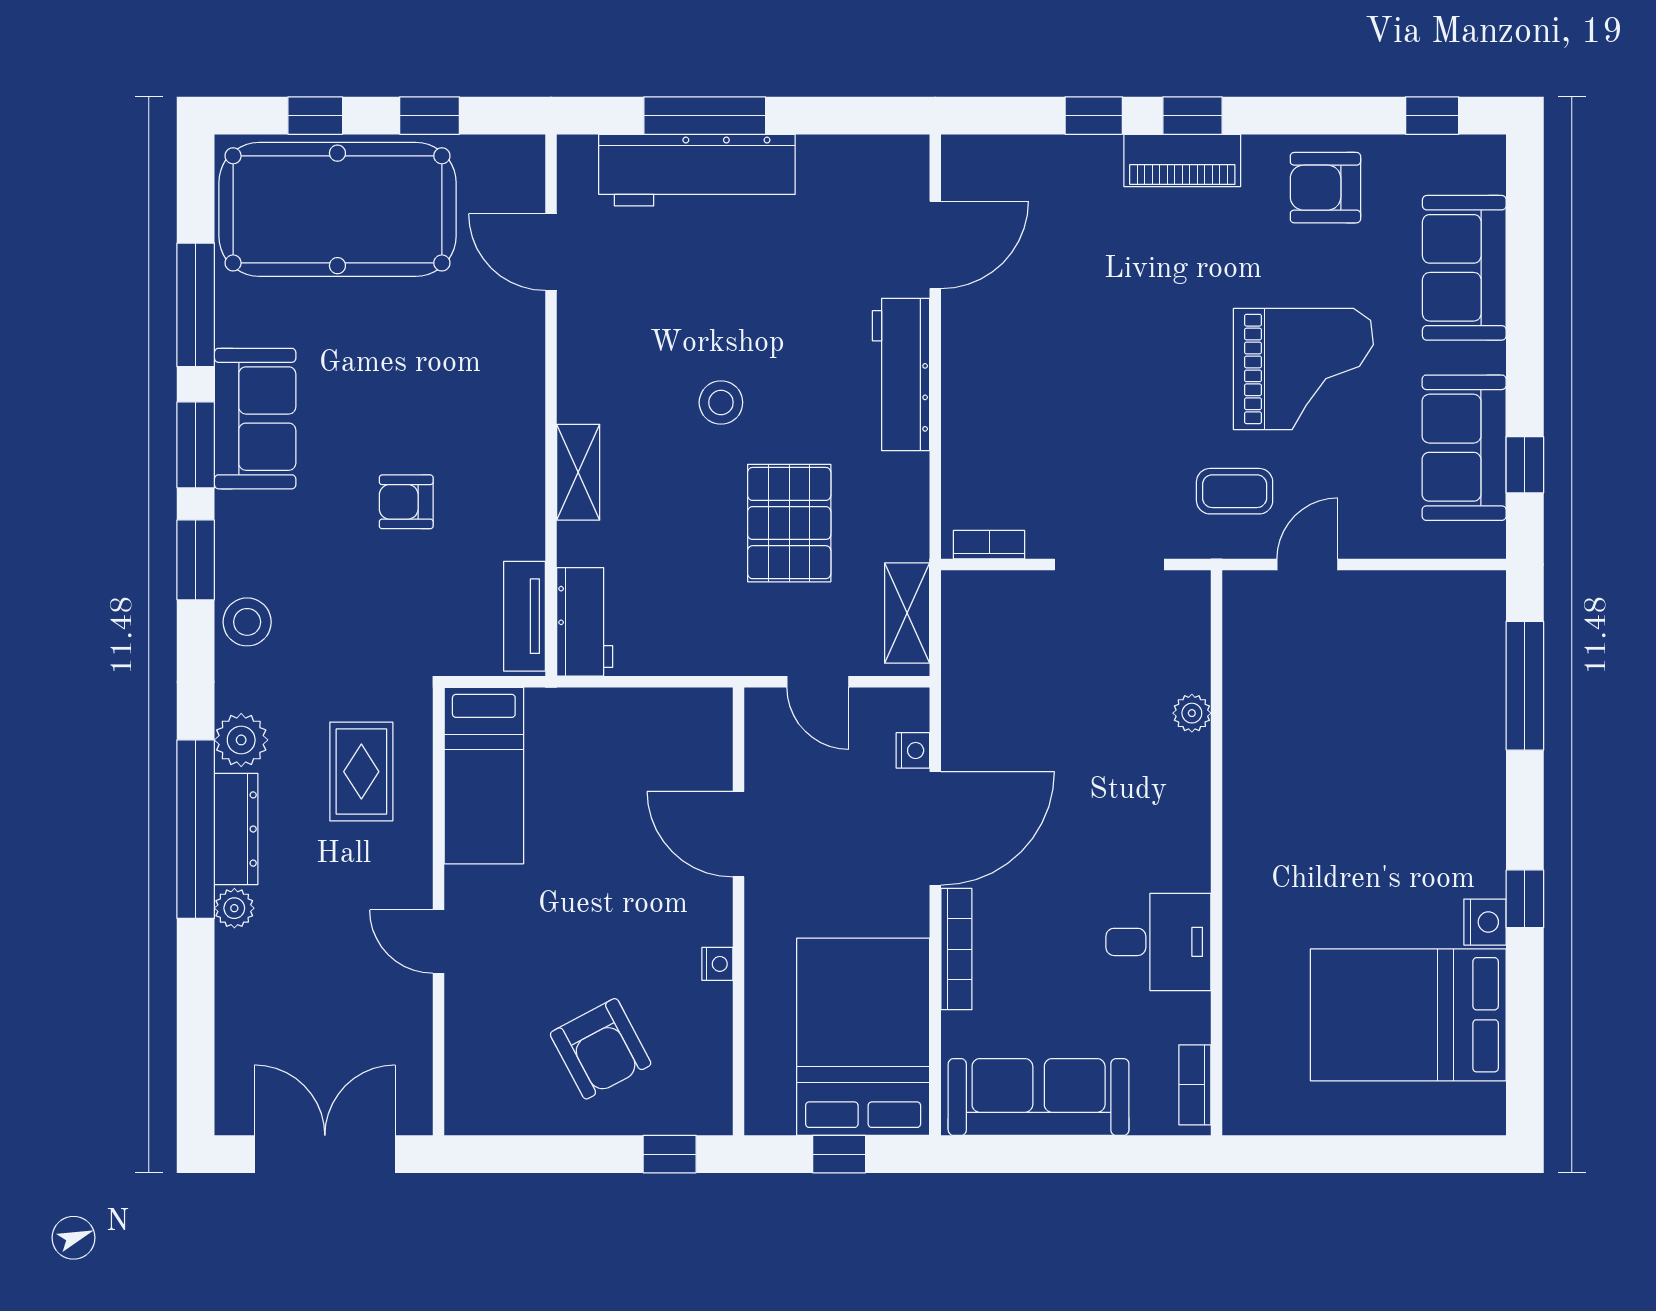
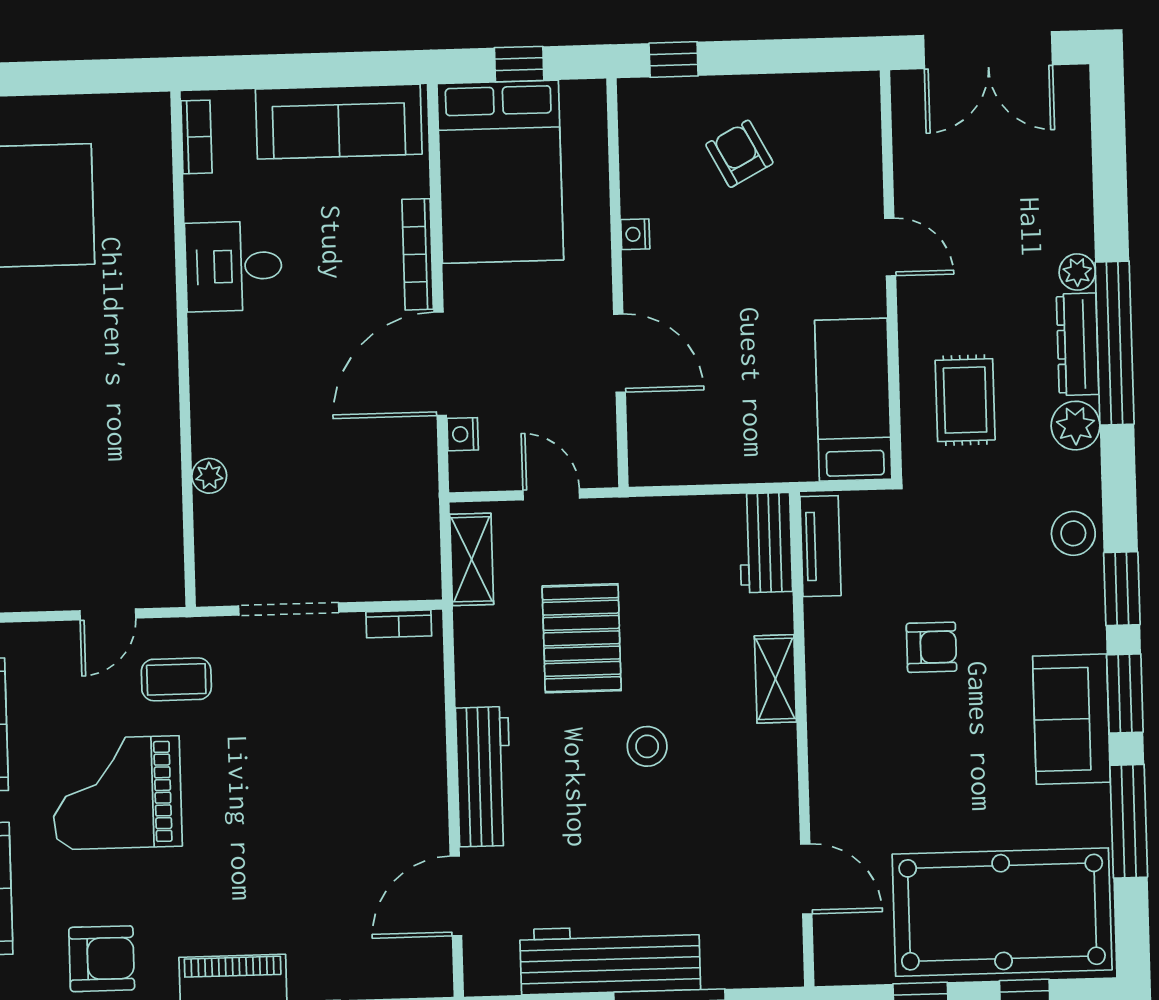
workbench: (697, 170) -> (610, 960), moved
armchair: (601, 1049) -> (739, 154), width x0.72, depth x0.72

